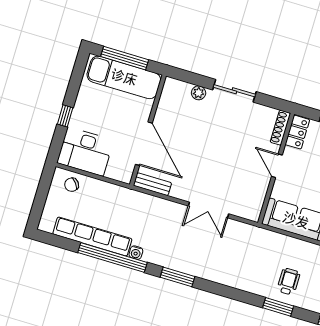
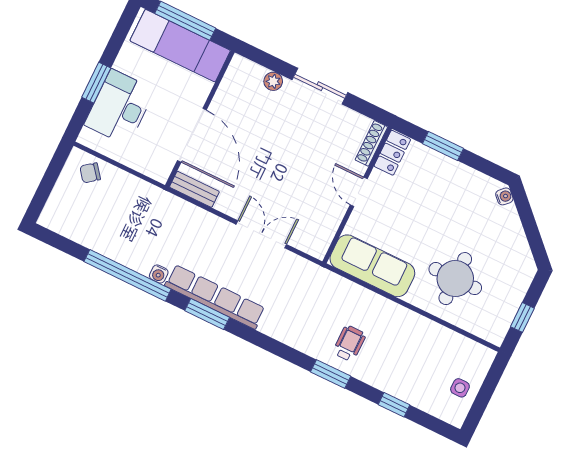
window: (65, 116) -> (96, 83), width x1.50
desk: (85, 152) -> (120, 107), moved, turned 90
double door: (208, 210) -> (261, 234), swing flipped
row of seats: (92, 236) -> (215, 297), moved

